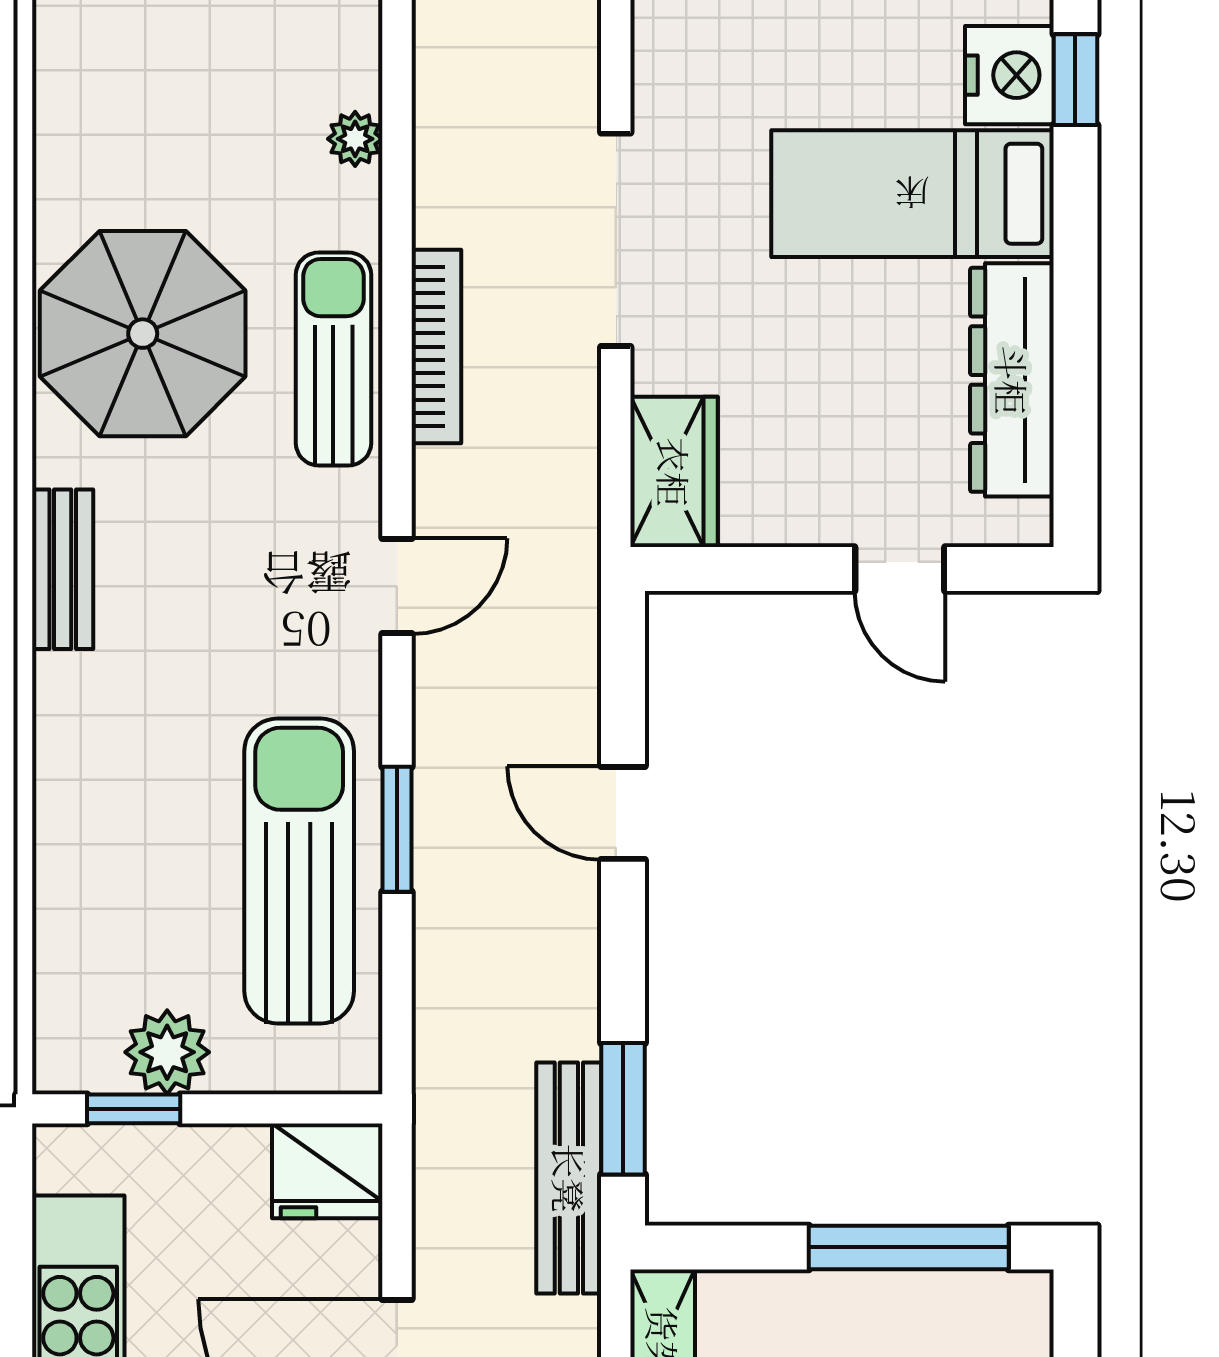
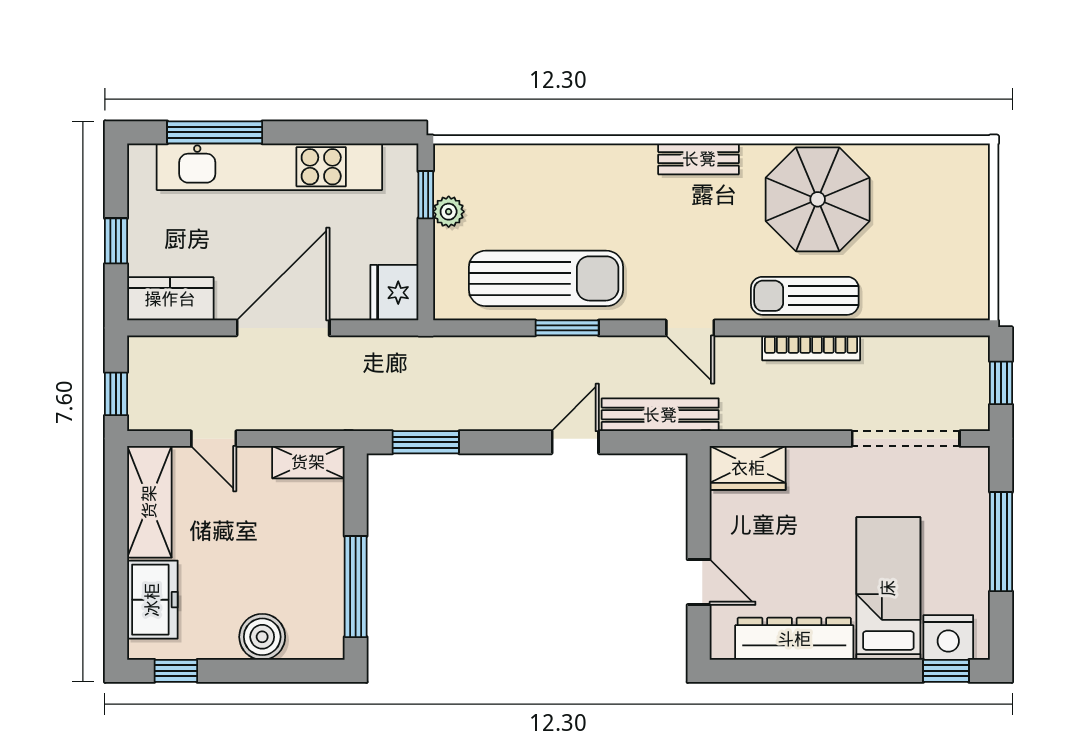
plant: (355, 139) -> (916, 307), removed
doorway: (616, 240) -> (906, 439), moved
sun lounger: (333, 359) -> (805, 296), turned 180
door: (900, 569) -> (699, 582), swing flipped
plant: (167, 1052) -> (449, 212), width x0.73, depth x0.73
bench: (569, 1178) -> (660, 415), moved

